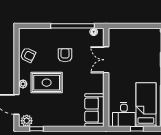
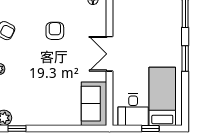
double door: (106, 60) -> (110, 54), moved
rug: (47, 83) -> (30, 67), removed

